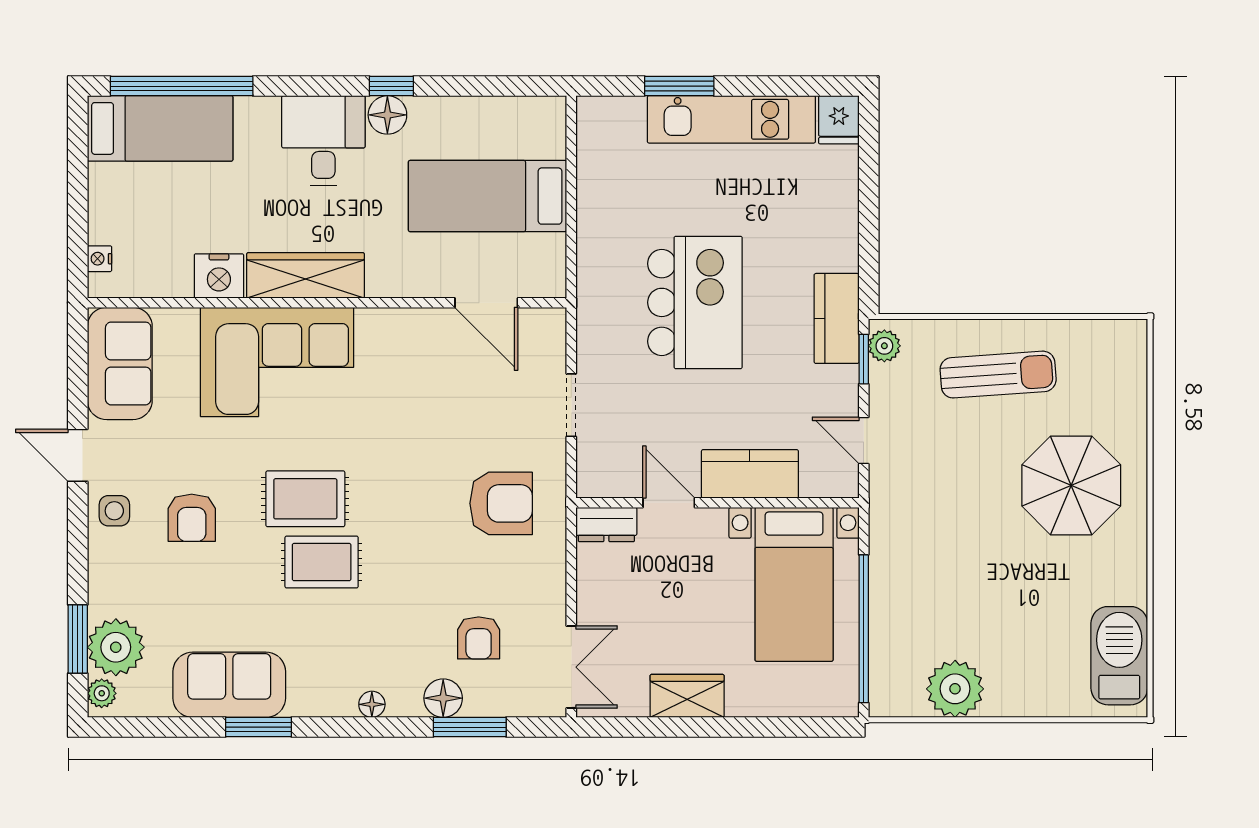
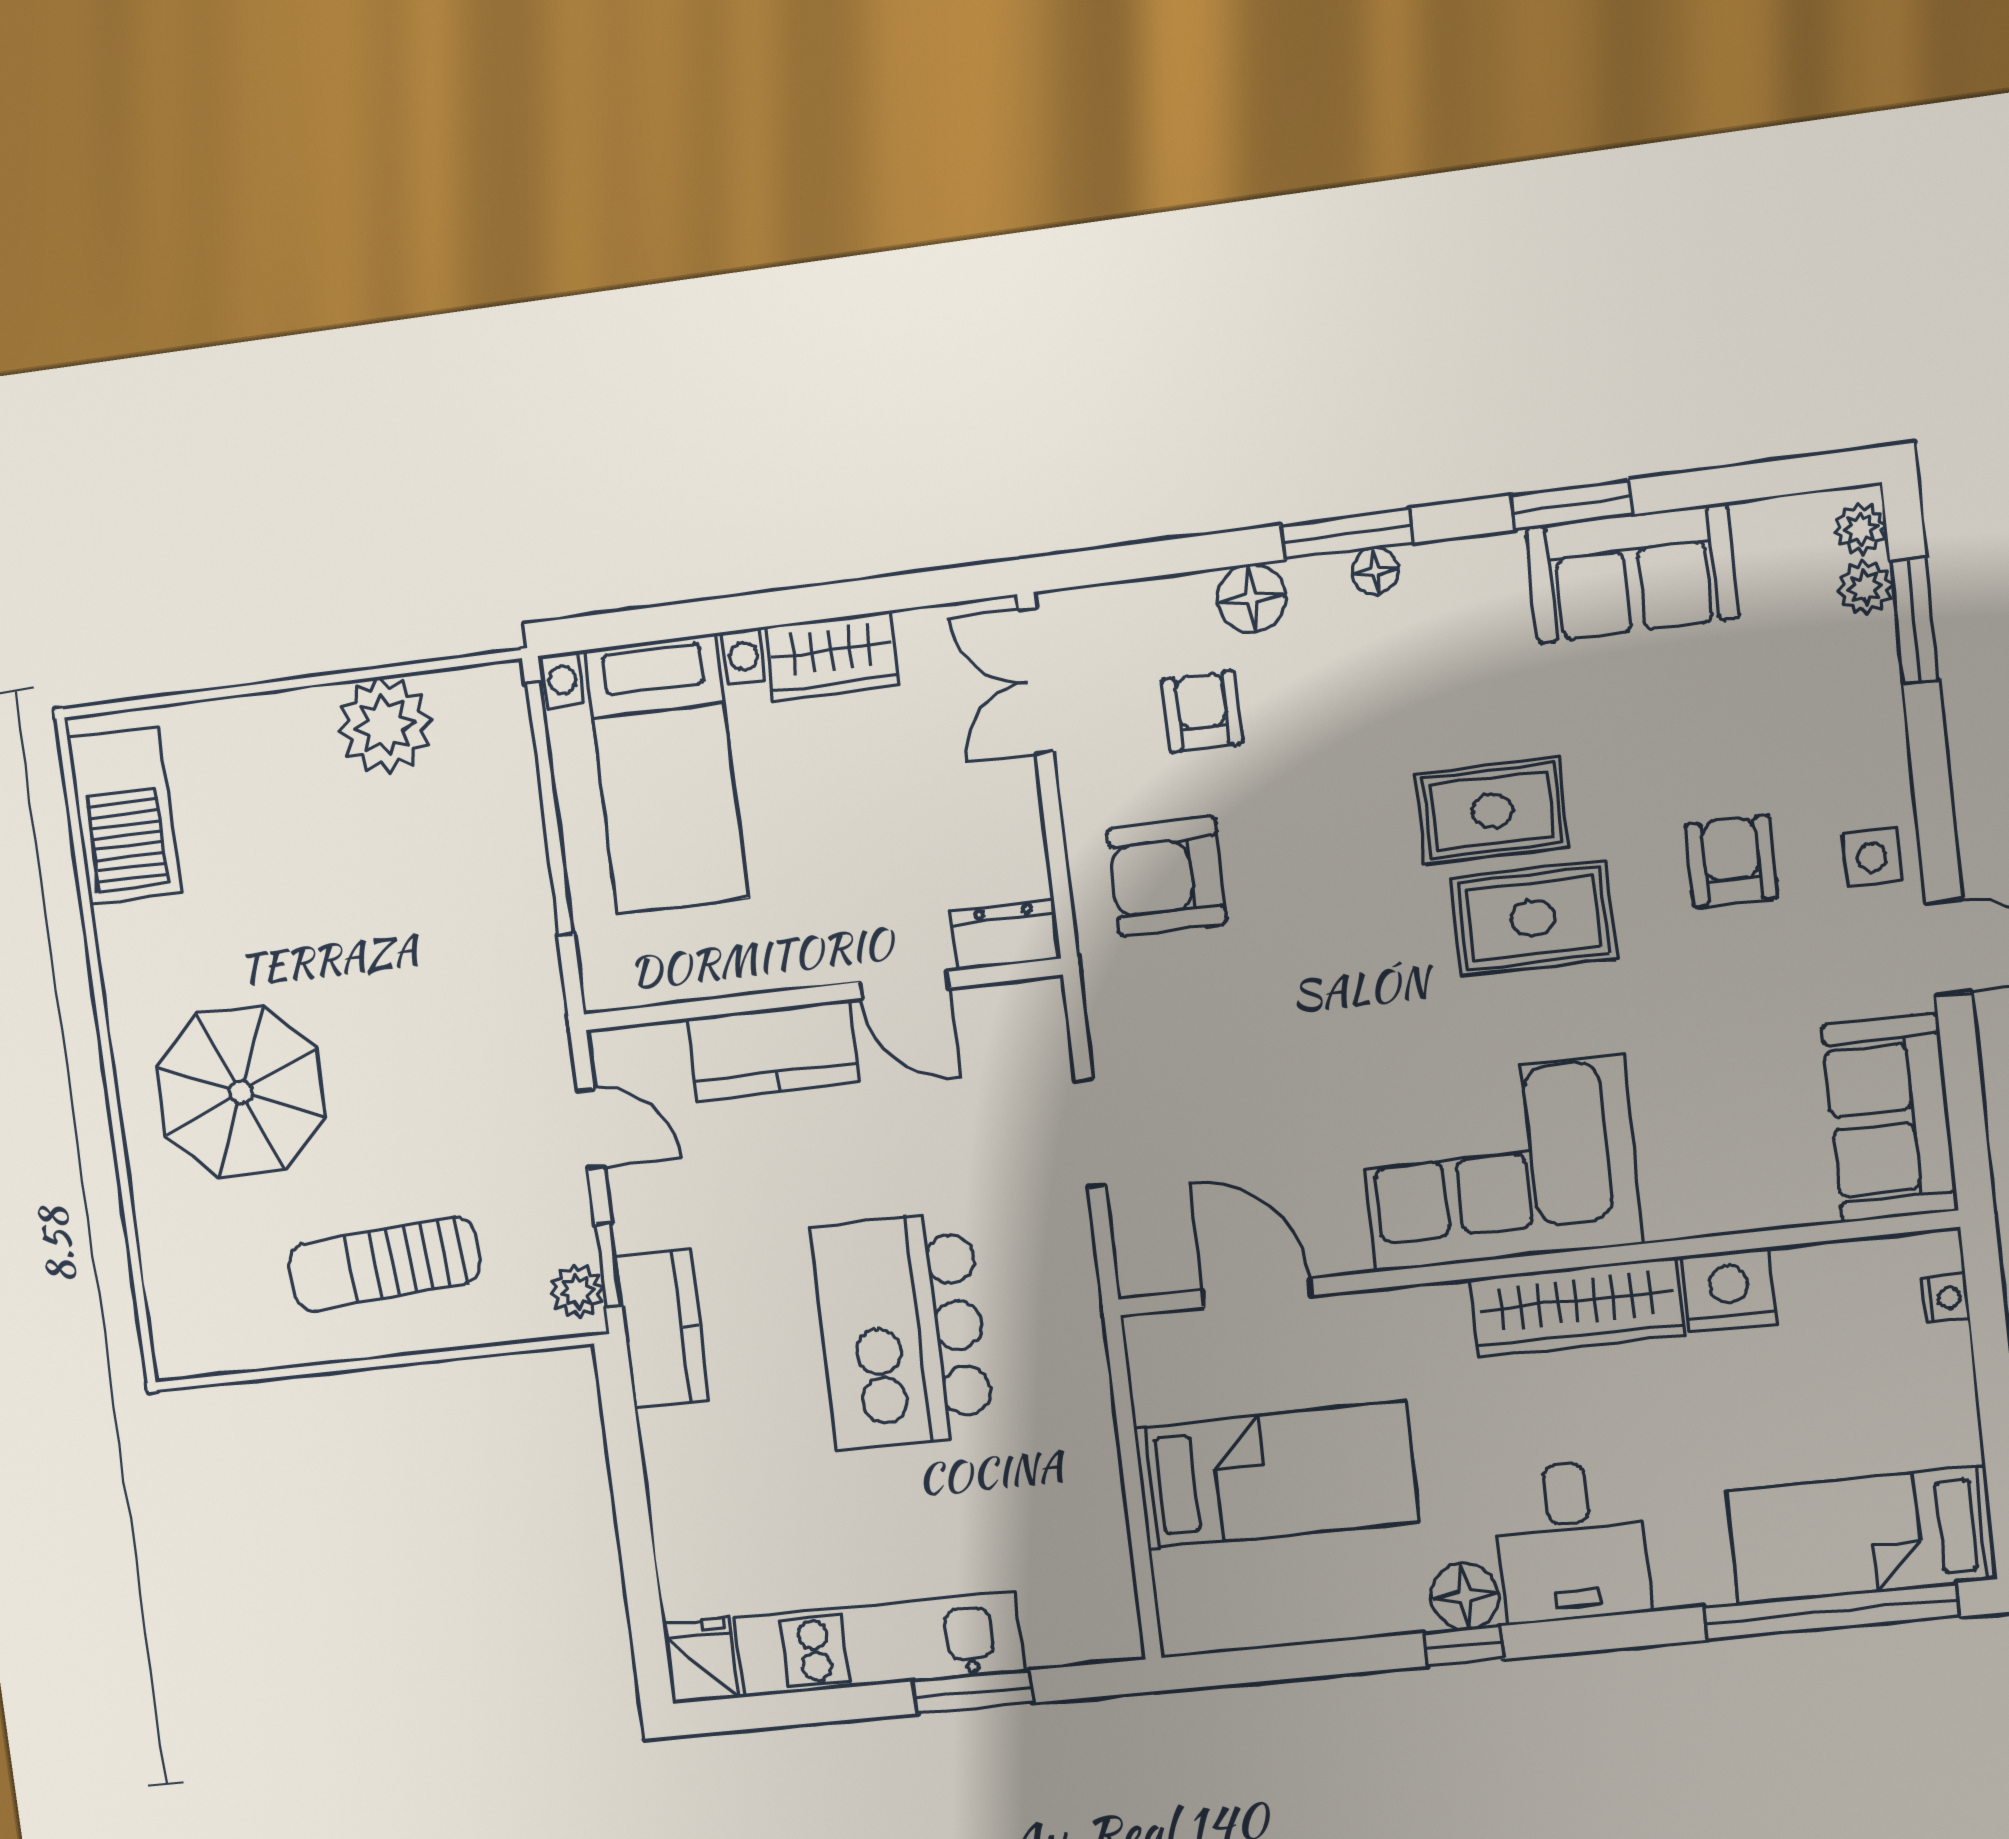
corner sofa: (277, 362) -> (1499, 1163), moved
armchair: (501, 503) -> (1167, 876), moved
bed with nightstands: (794, 584) -> (666, 774), moved, turned 180
plant: (116, 647) -> (1865, 588), width x0.53, depth x0.53
window: (470, 727) -> (1347, 534), moved

